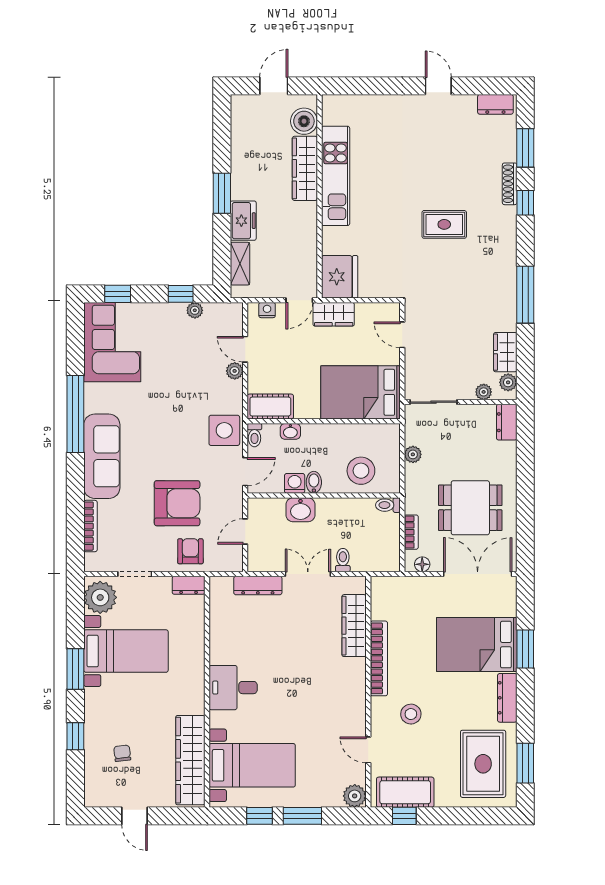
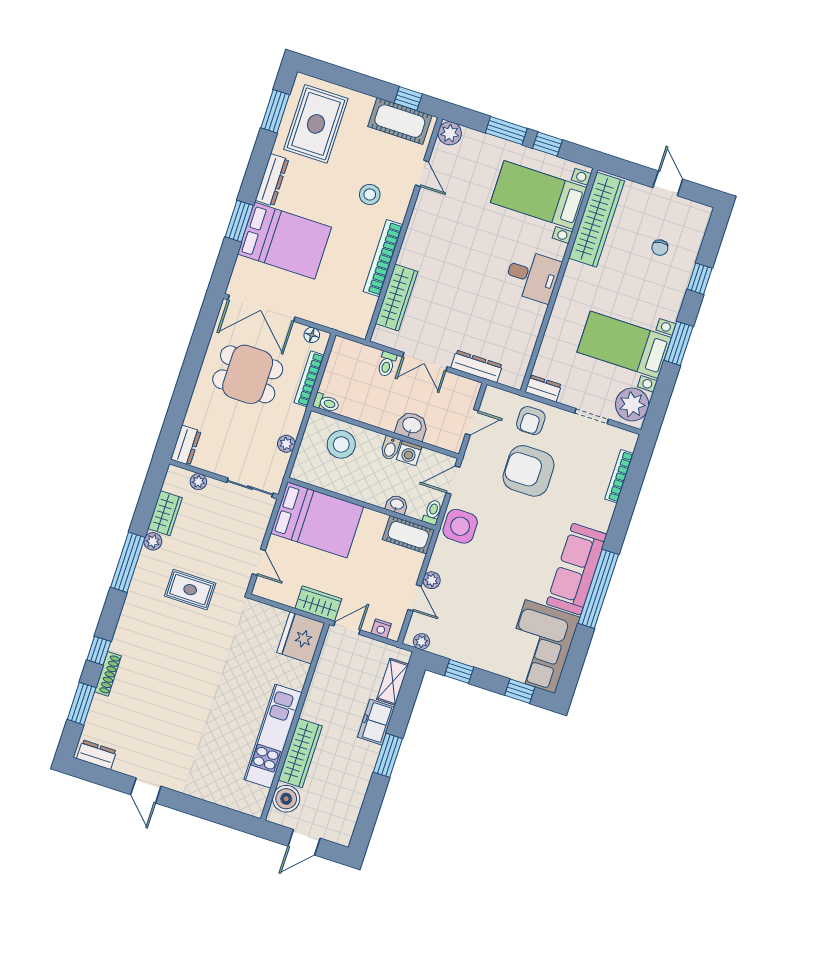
rug: (444, 224) -> (190, 590), moved
plant: (195, 310) -> (422, 641), moved
plant: (508, 382) -> (153, 541), moved
sofa: (102, 456) -> (577, 569), moved
bookcase: (411, 532) -> (309, 379), width x1.56

